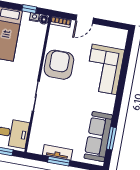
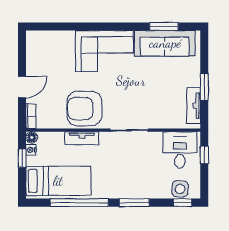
door: (85, 19) -> (22, 87), hinge flipped
tv unit: (36, 58) -> (82, 138), added
corner sofa: (104, 69) -> (104, 51), moved
tv unit: (58, 152) -> (194, 106), moved

